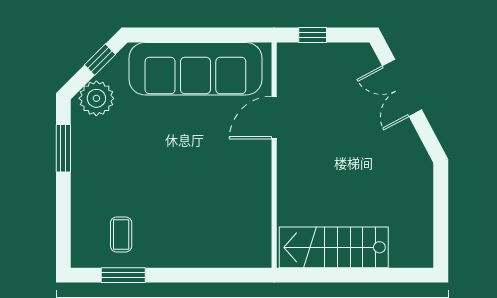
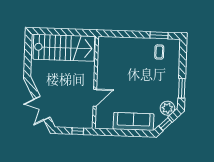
sofa: (195, 69) -> (134, 122), width x0.74, depth x0.79
double door: (402, 88) -> (42, 108), swing flipped
stairs: (334, 247) -> (64, 48), width x1.36, depth x1.51

